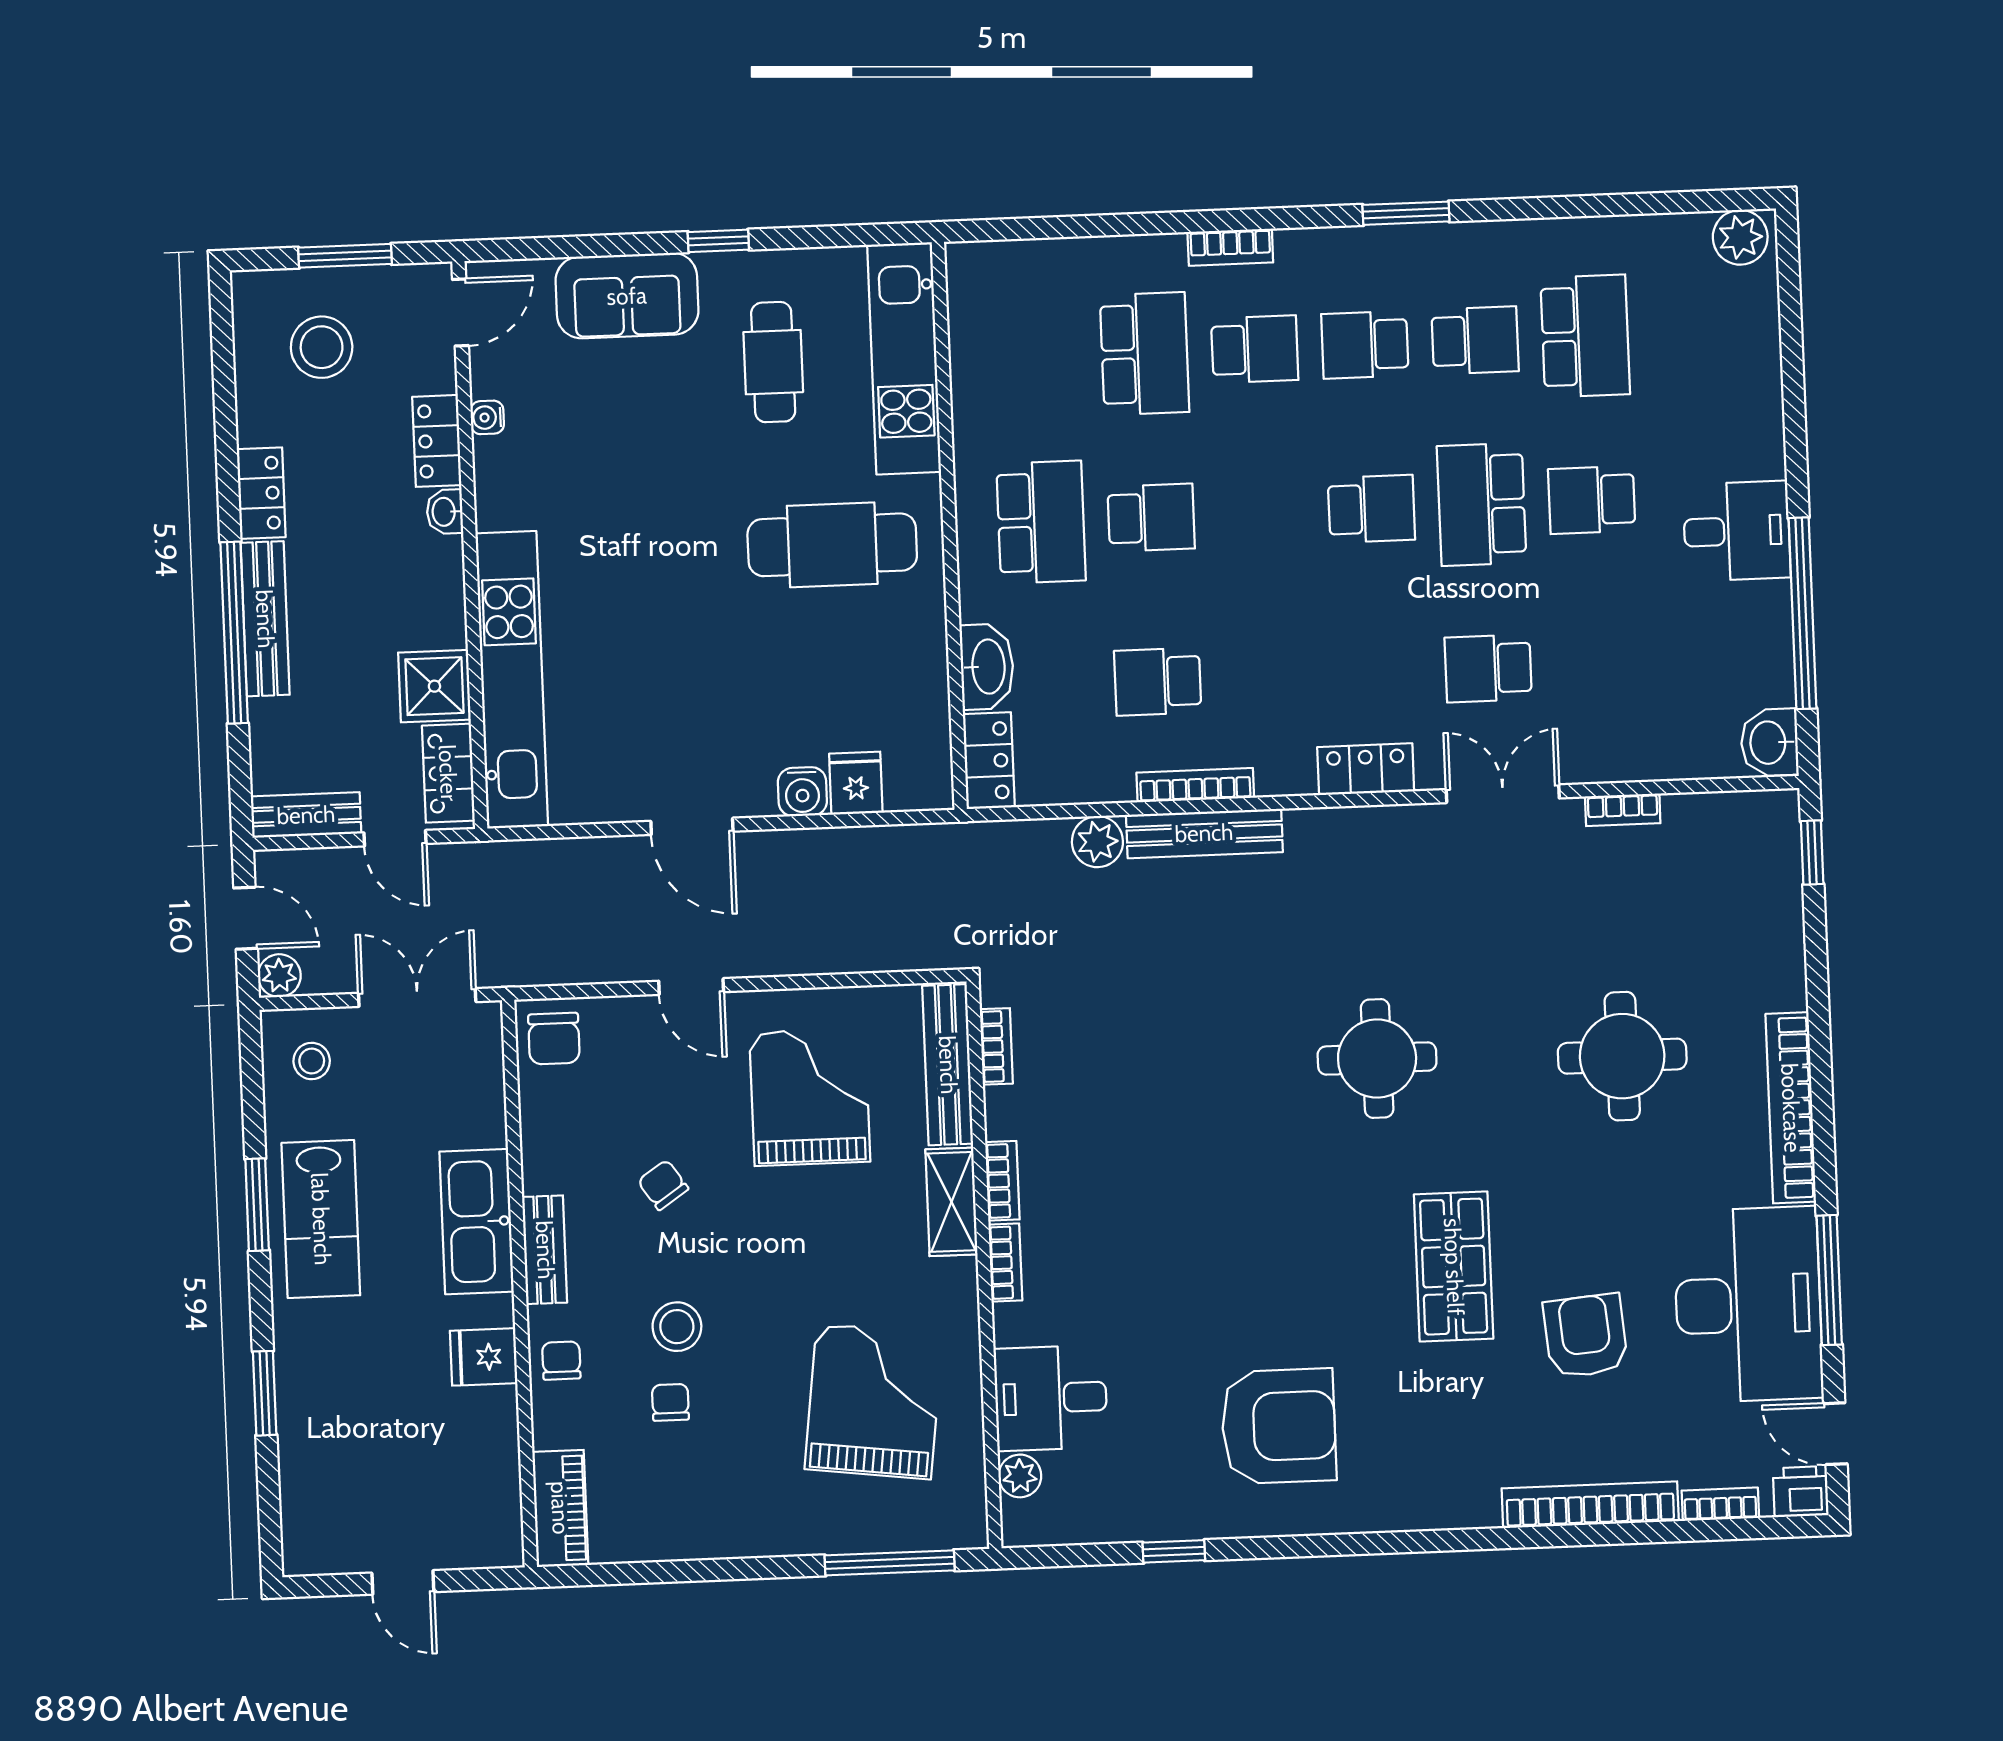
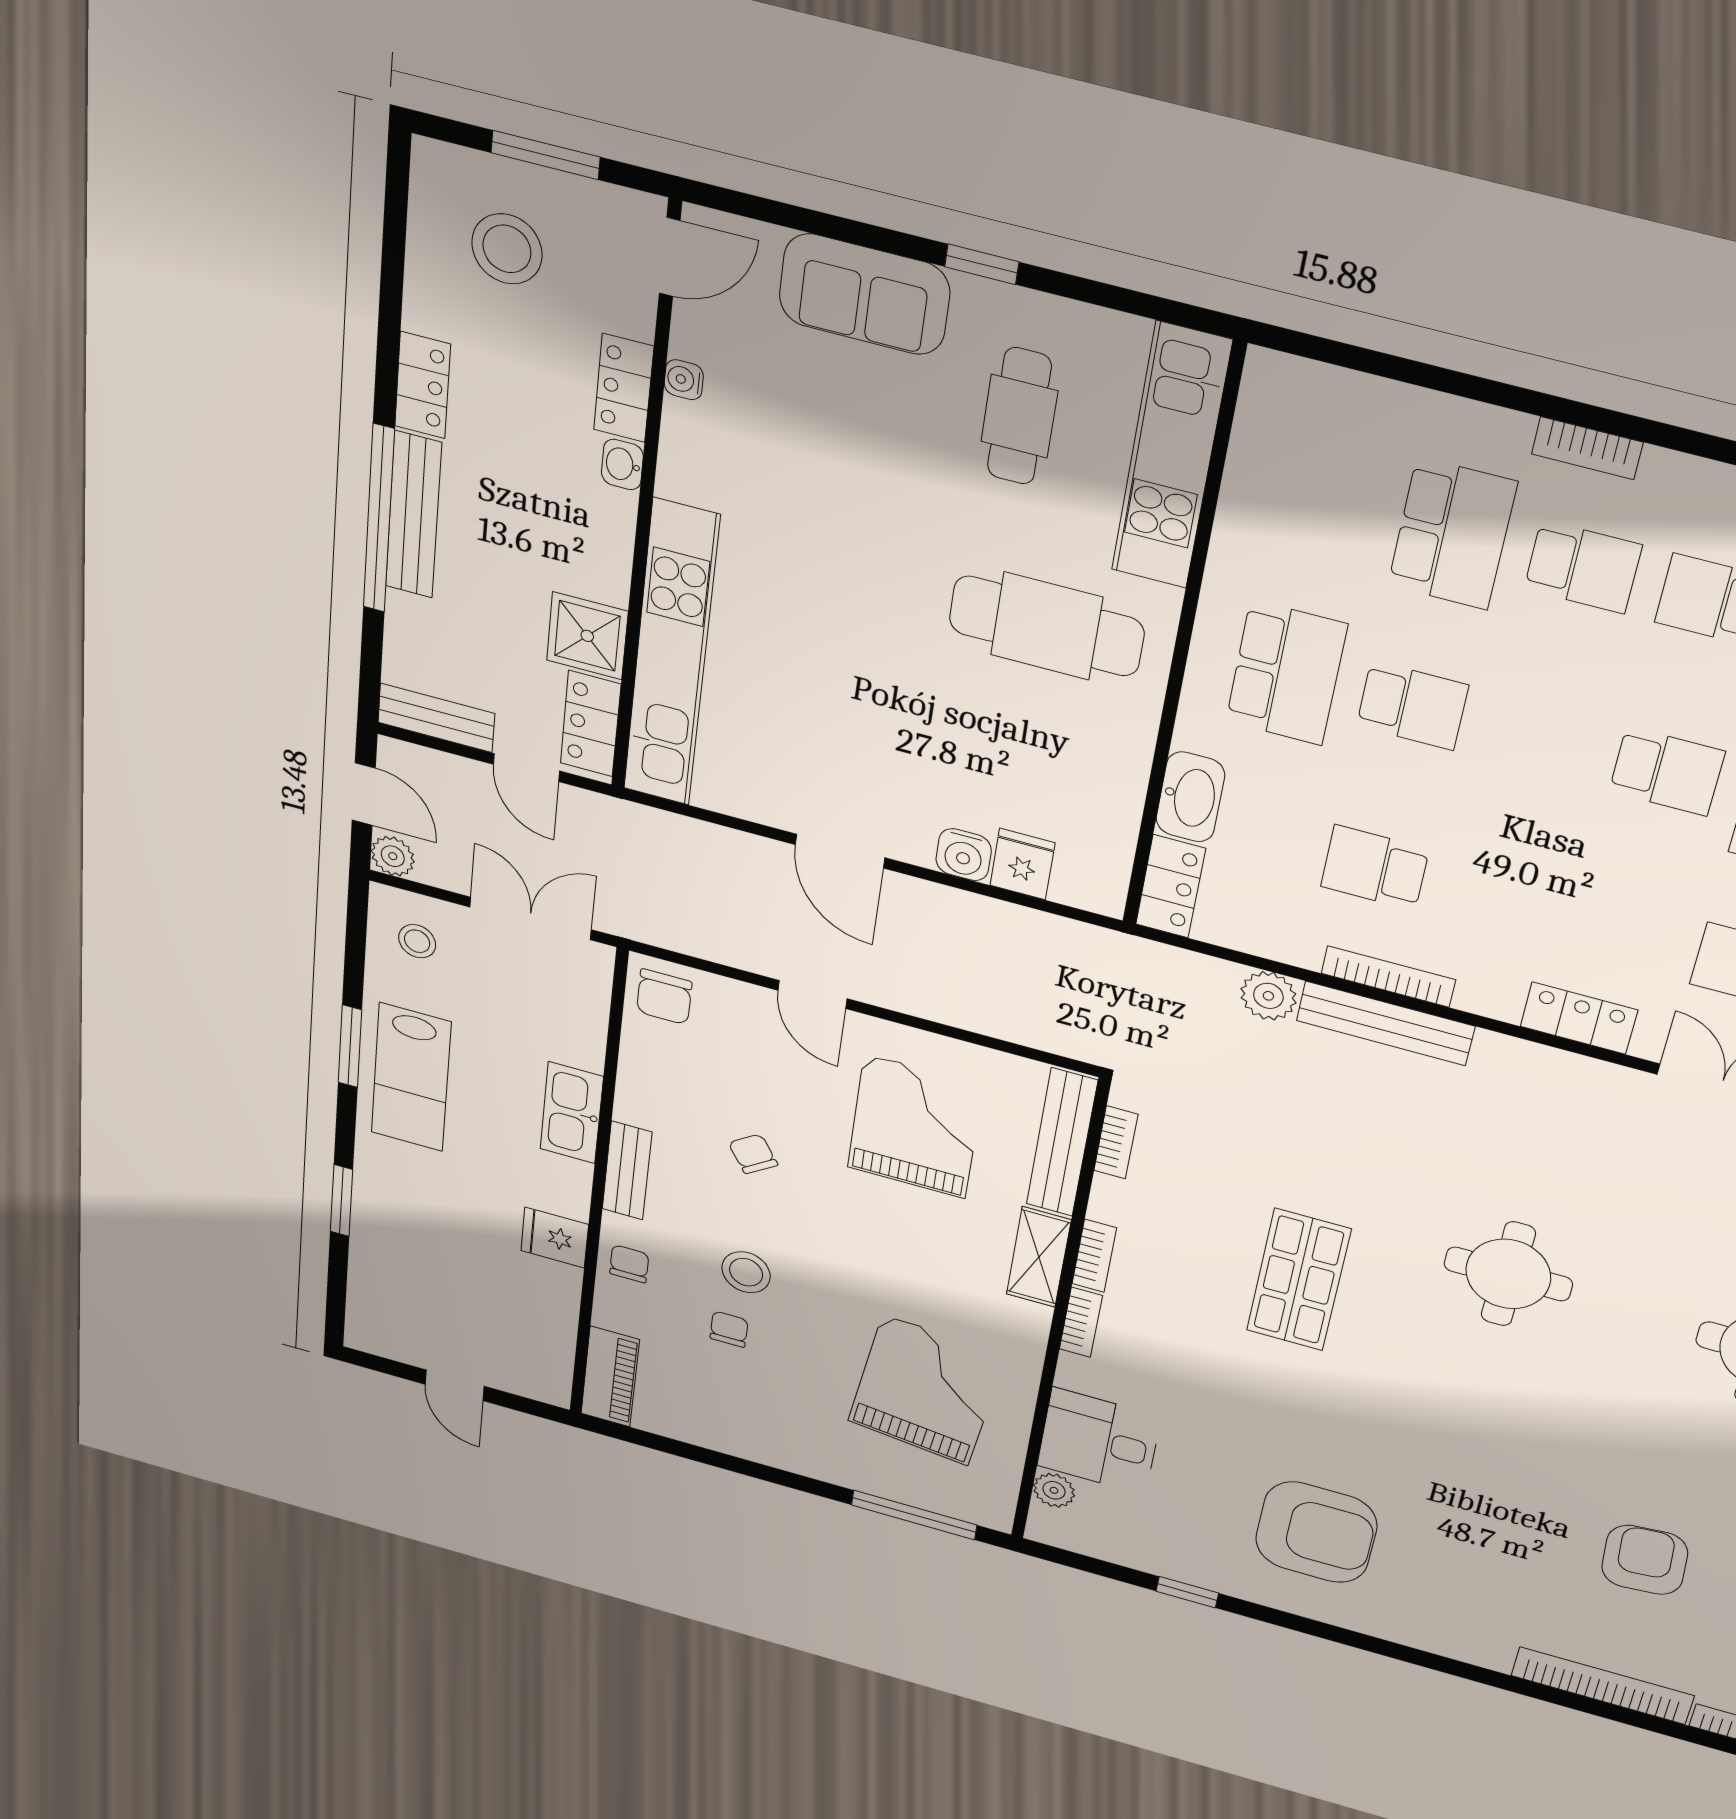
kitchen sink: (477, 1222) -> (572, 1113), width x0.73, depth x0.81
shop shelf: (1454, 1267) -> (1299, 1280), moved

